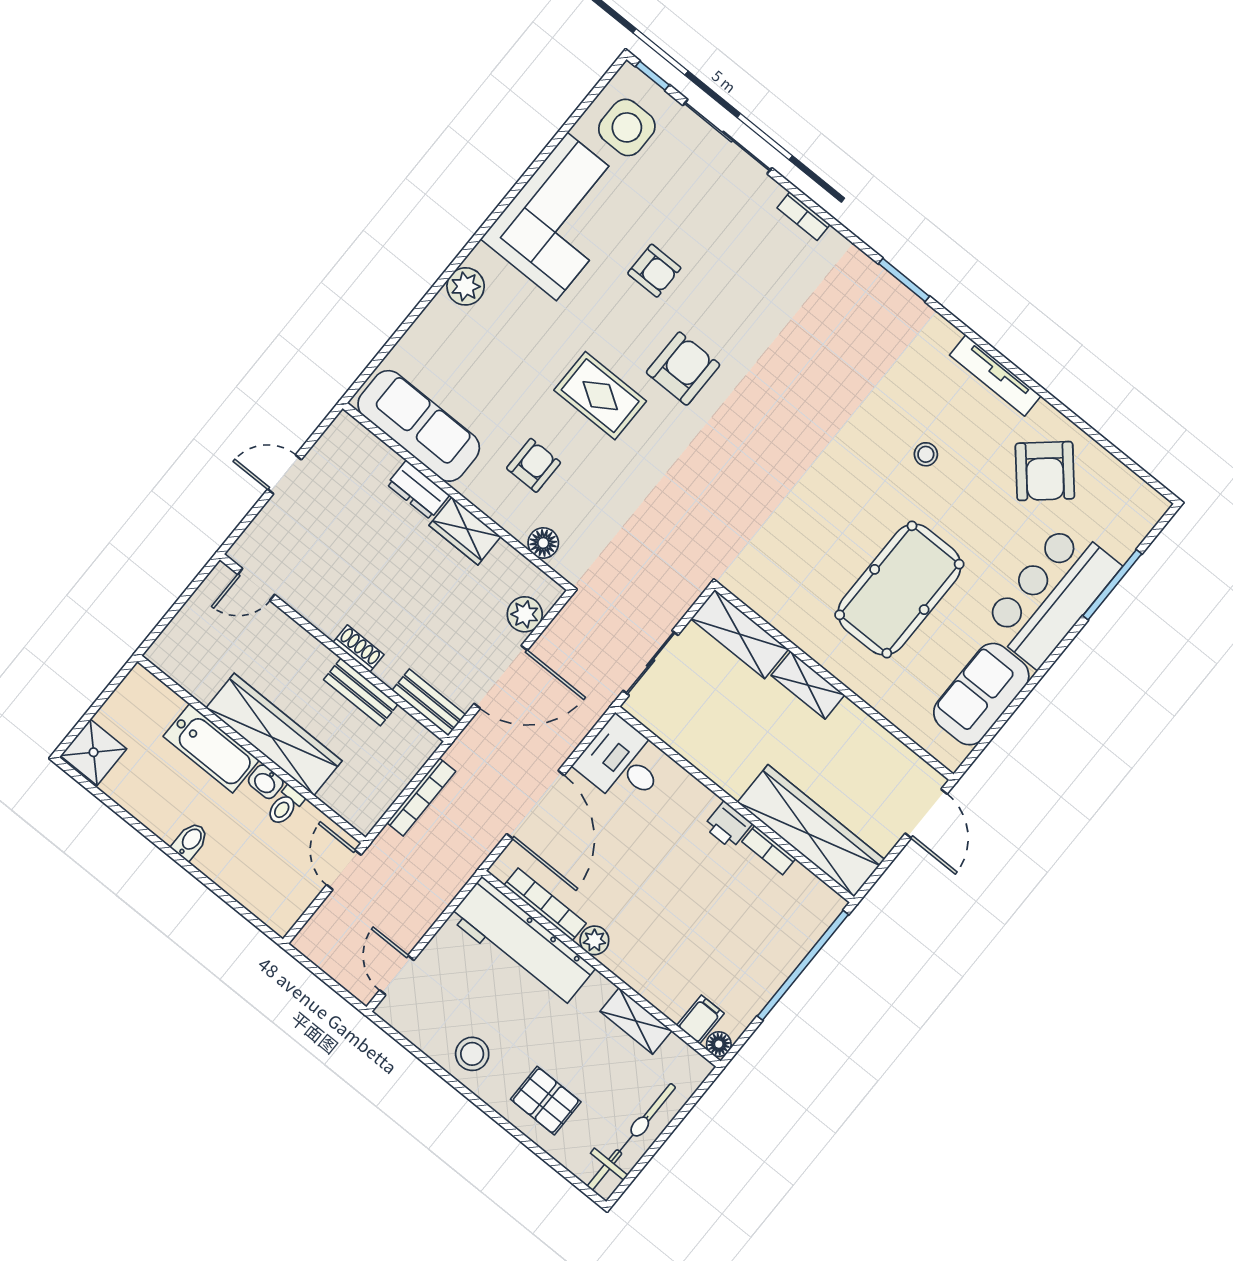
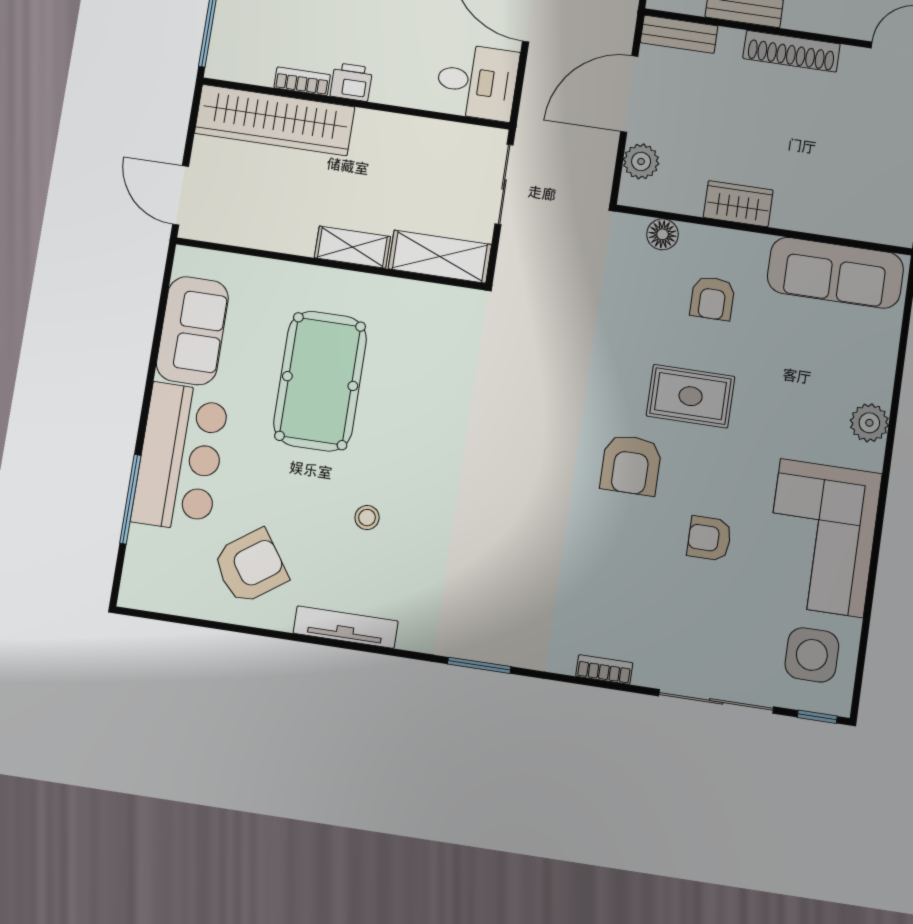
armchair: (1045, 471) -> (250, 566), turned 96
dresser: (418, 490) -> (801, 216), removed
shoe rack: (359, 649) -> (791, 51), width x1.94, depth x1.24

